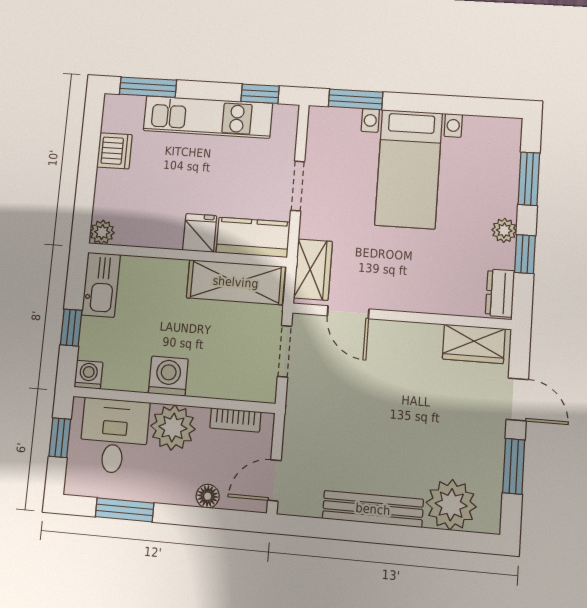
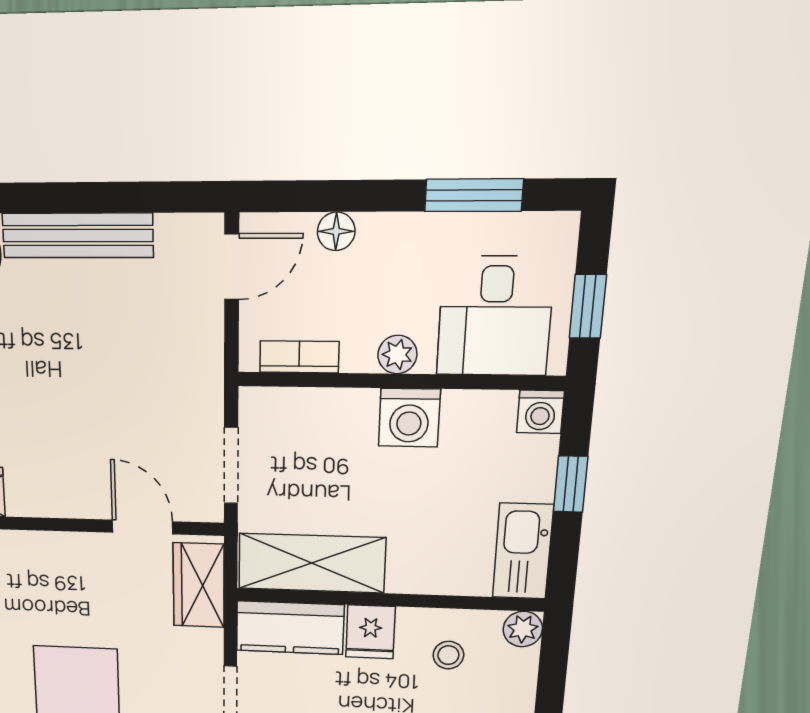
stool: (150, 215) -> (448, 655), added
plant: (173, 427) -> (397, 355), width x0.53, depth x0.53

